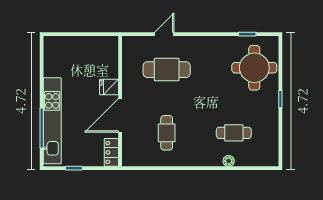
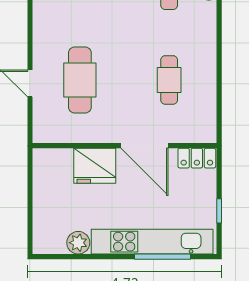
plant: (51, 68) -> (78, 243), added
fridge: (109, 87) -> (95, 166), width x1.88, depth x1.34
cafe table: (167, 133) -> (169, 80), turned 90

